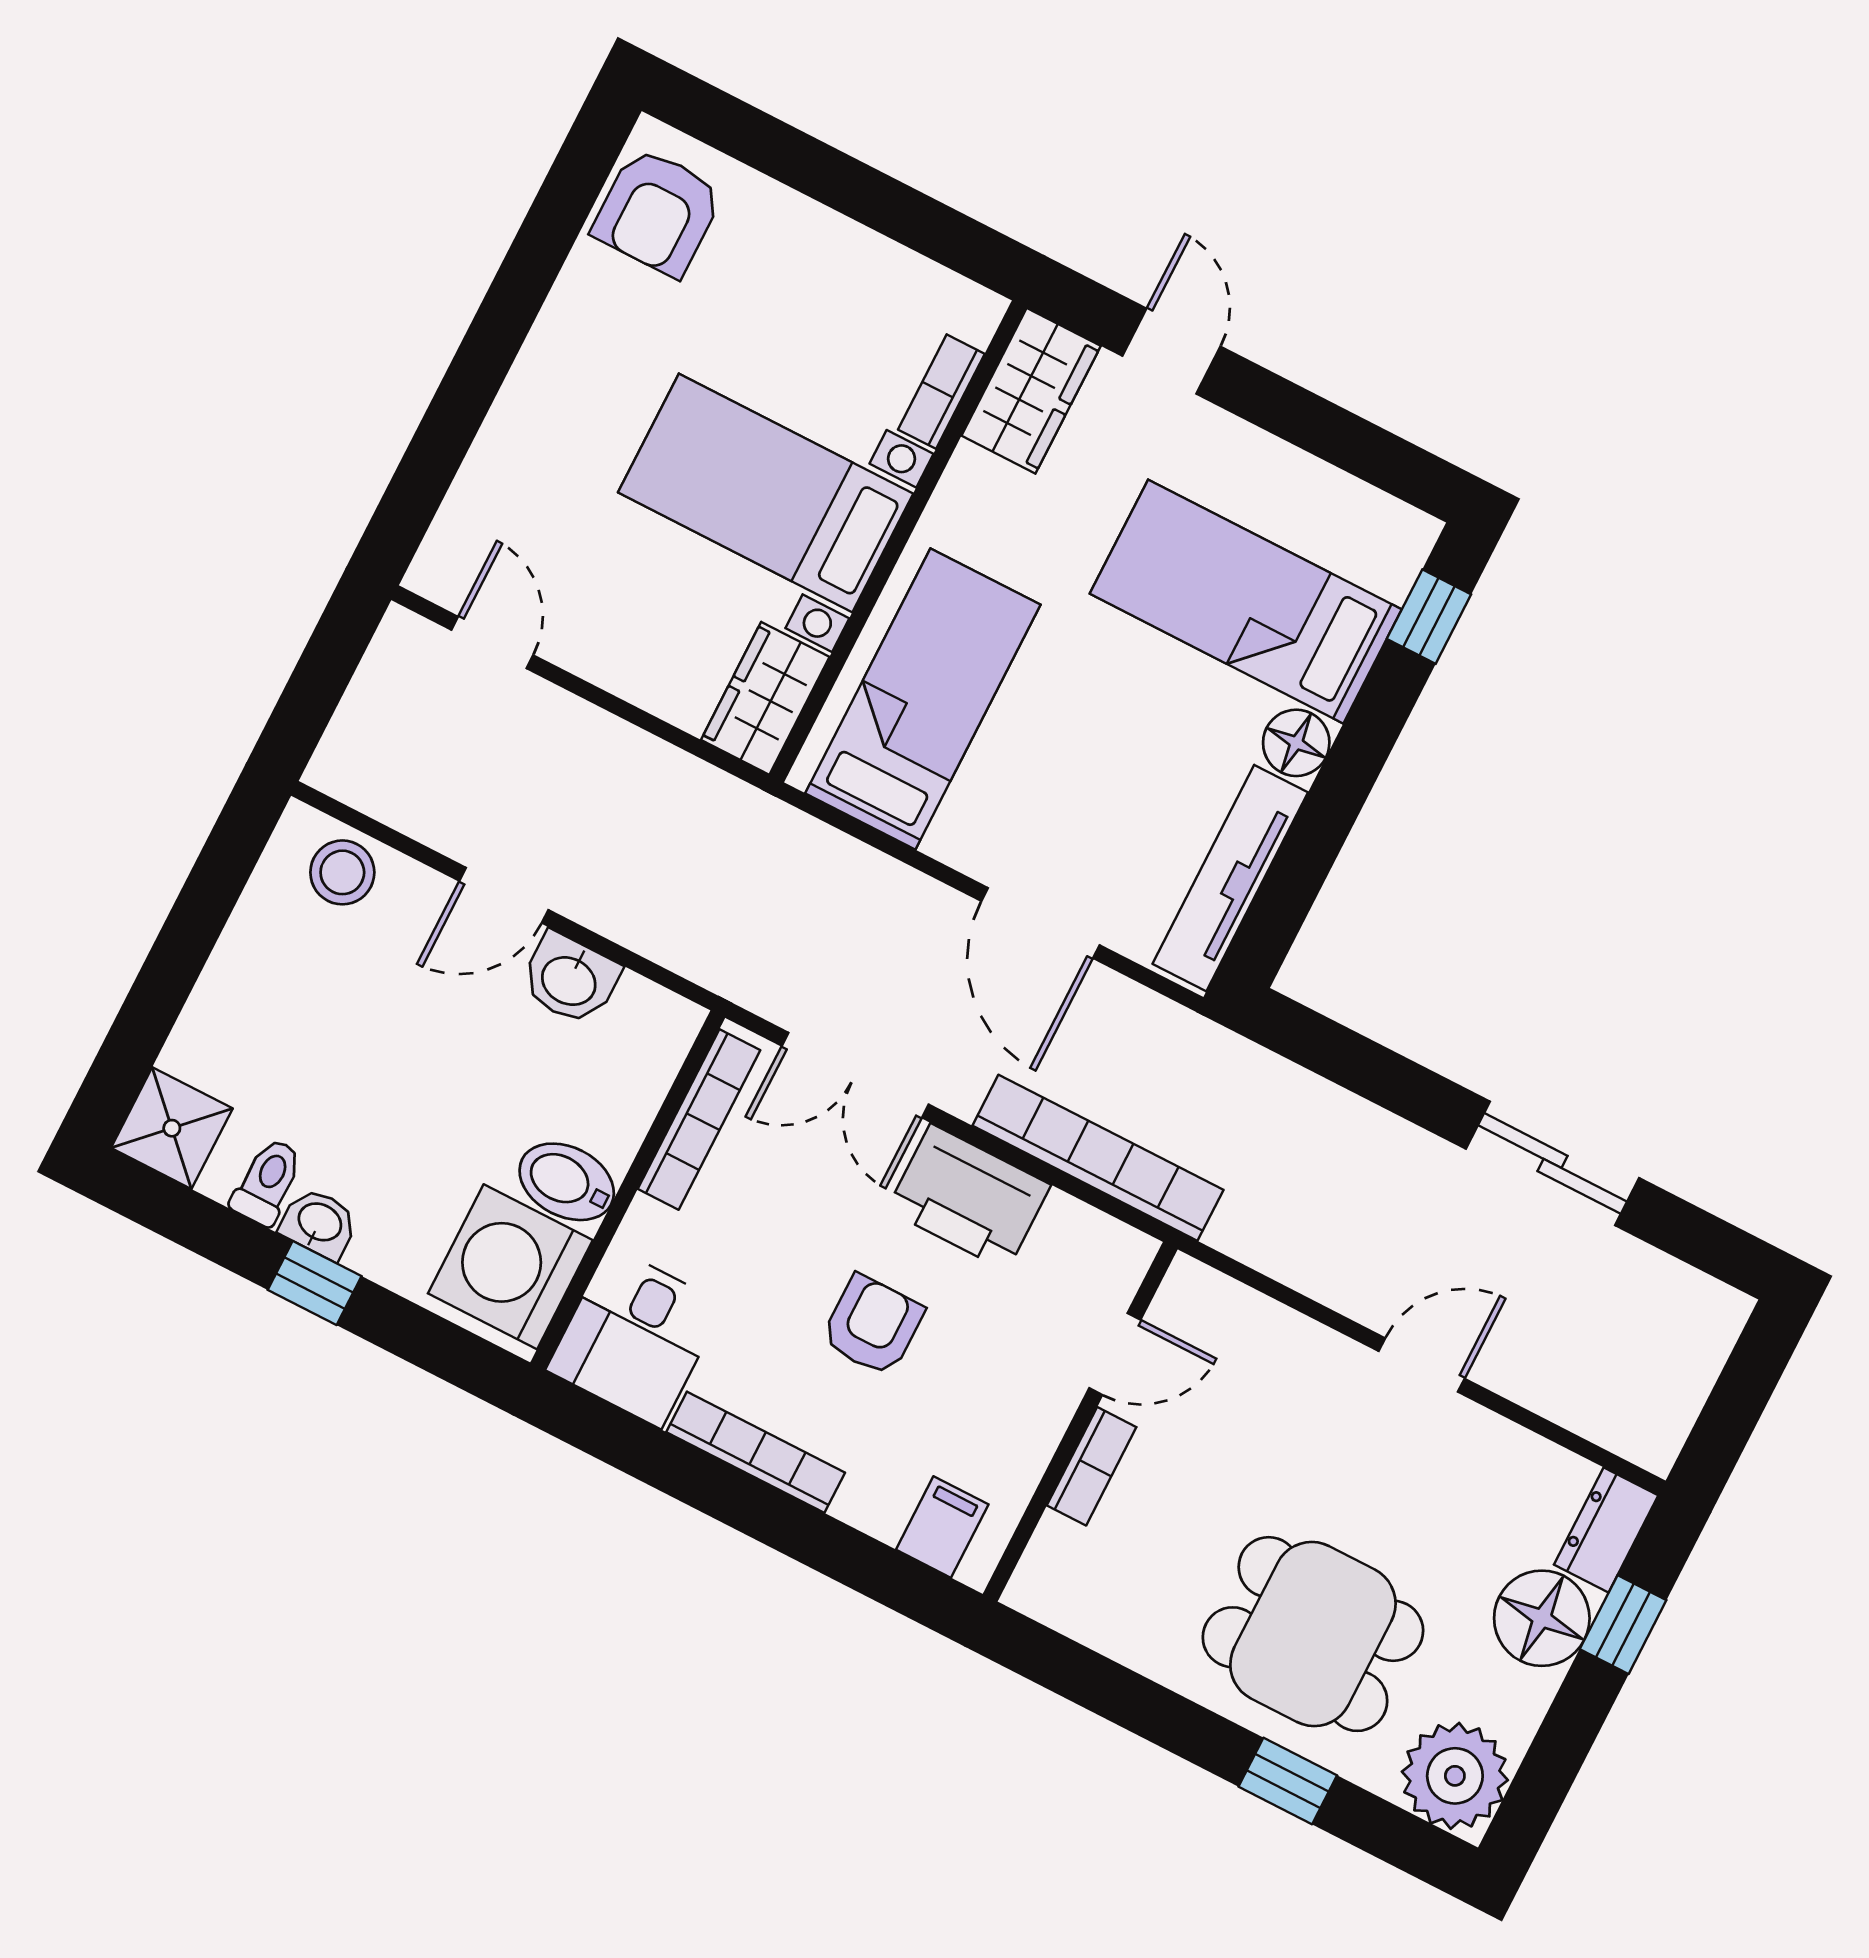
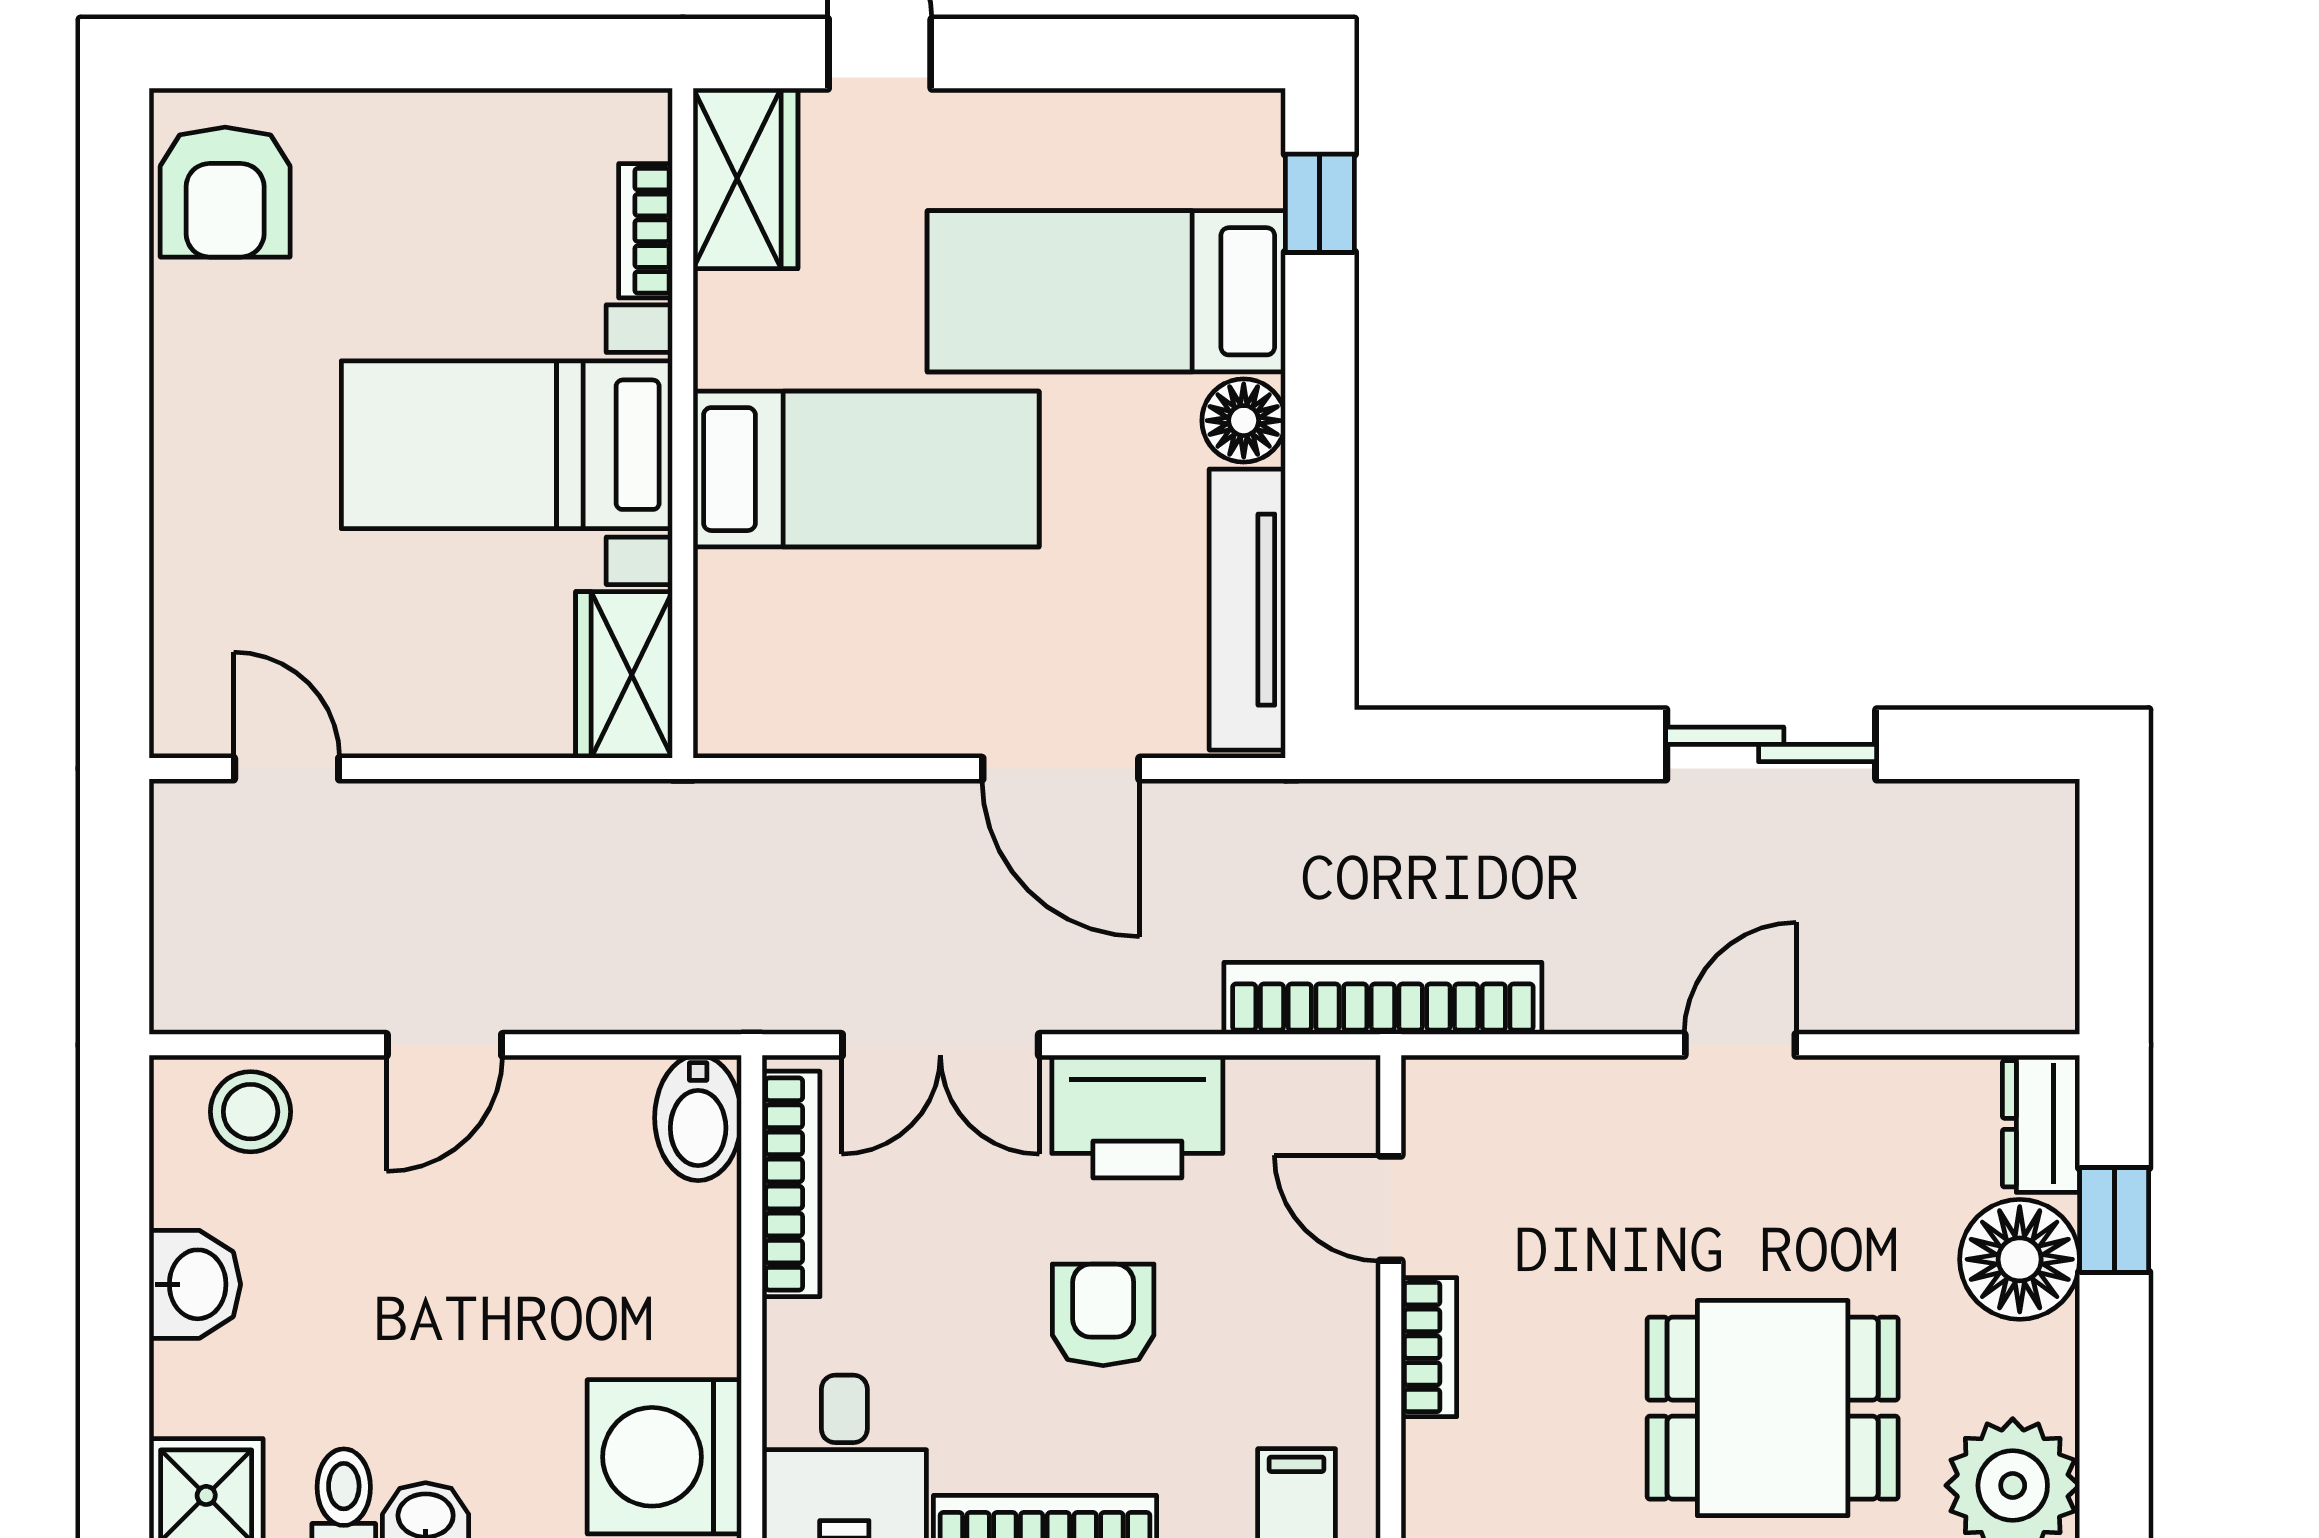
bed: (923, 699) -> (866, 469), moved, turned 90
washbasin: (570, 979) -> (195, 1284), moved, turned -90
bookcase: (1098, 1158) -> (1383, 998), moved
bidet: (567, 1182) -> (698, 1118), moved, turned -90
door: (1115, 1354) -> (1391, 1208), swing flipped

